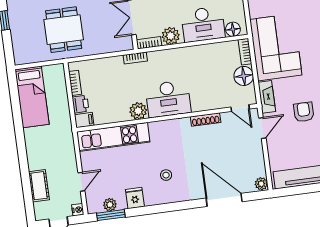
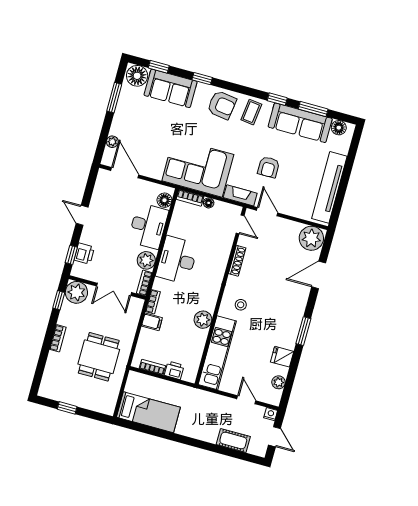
dining table: (64, 30) -> (99, 357), turned 90
floor lamp: (244, 76) -> (209, 203), width x0.53, depth x0.53
desk: (168, 99) -> (177, 260), moved, turned 180
door: (240, 108) -> (240, 224), hinge flipped
armchair: (304, 112) -> (269, 167), turned -90
filing cabinet: (84, 120) -> (152, 322), moved, turned 90
stool: (166, 175) -> (241, 305), moved
plant: (261, 184) -> (311, 238), width x1.88, depth x1.88
door: (224, 200) -> (319, 275), width x0.73
window: (111, 215) -> (303, 331), moved

